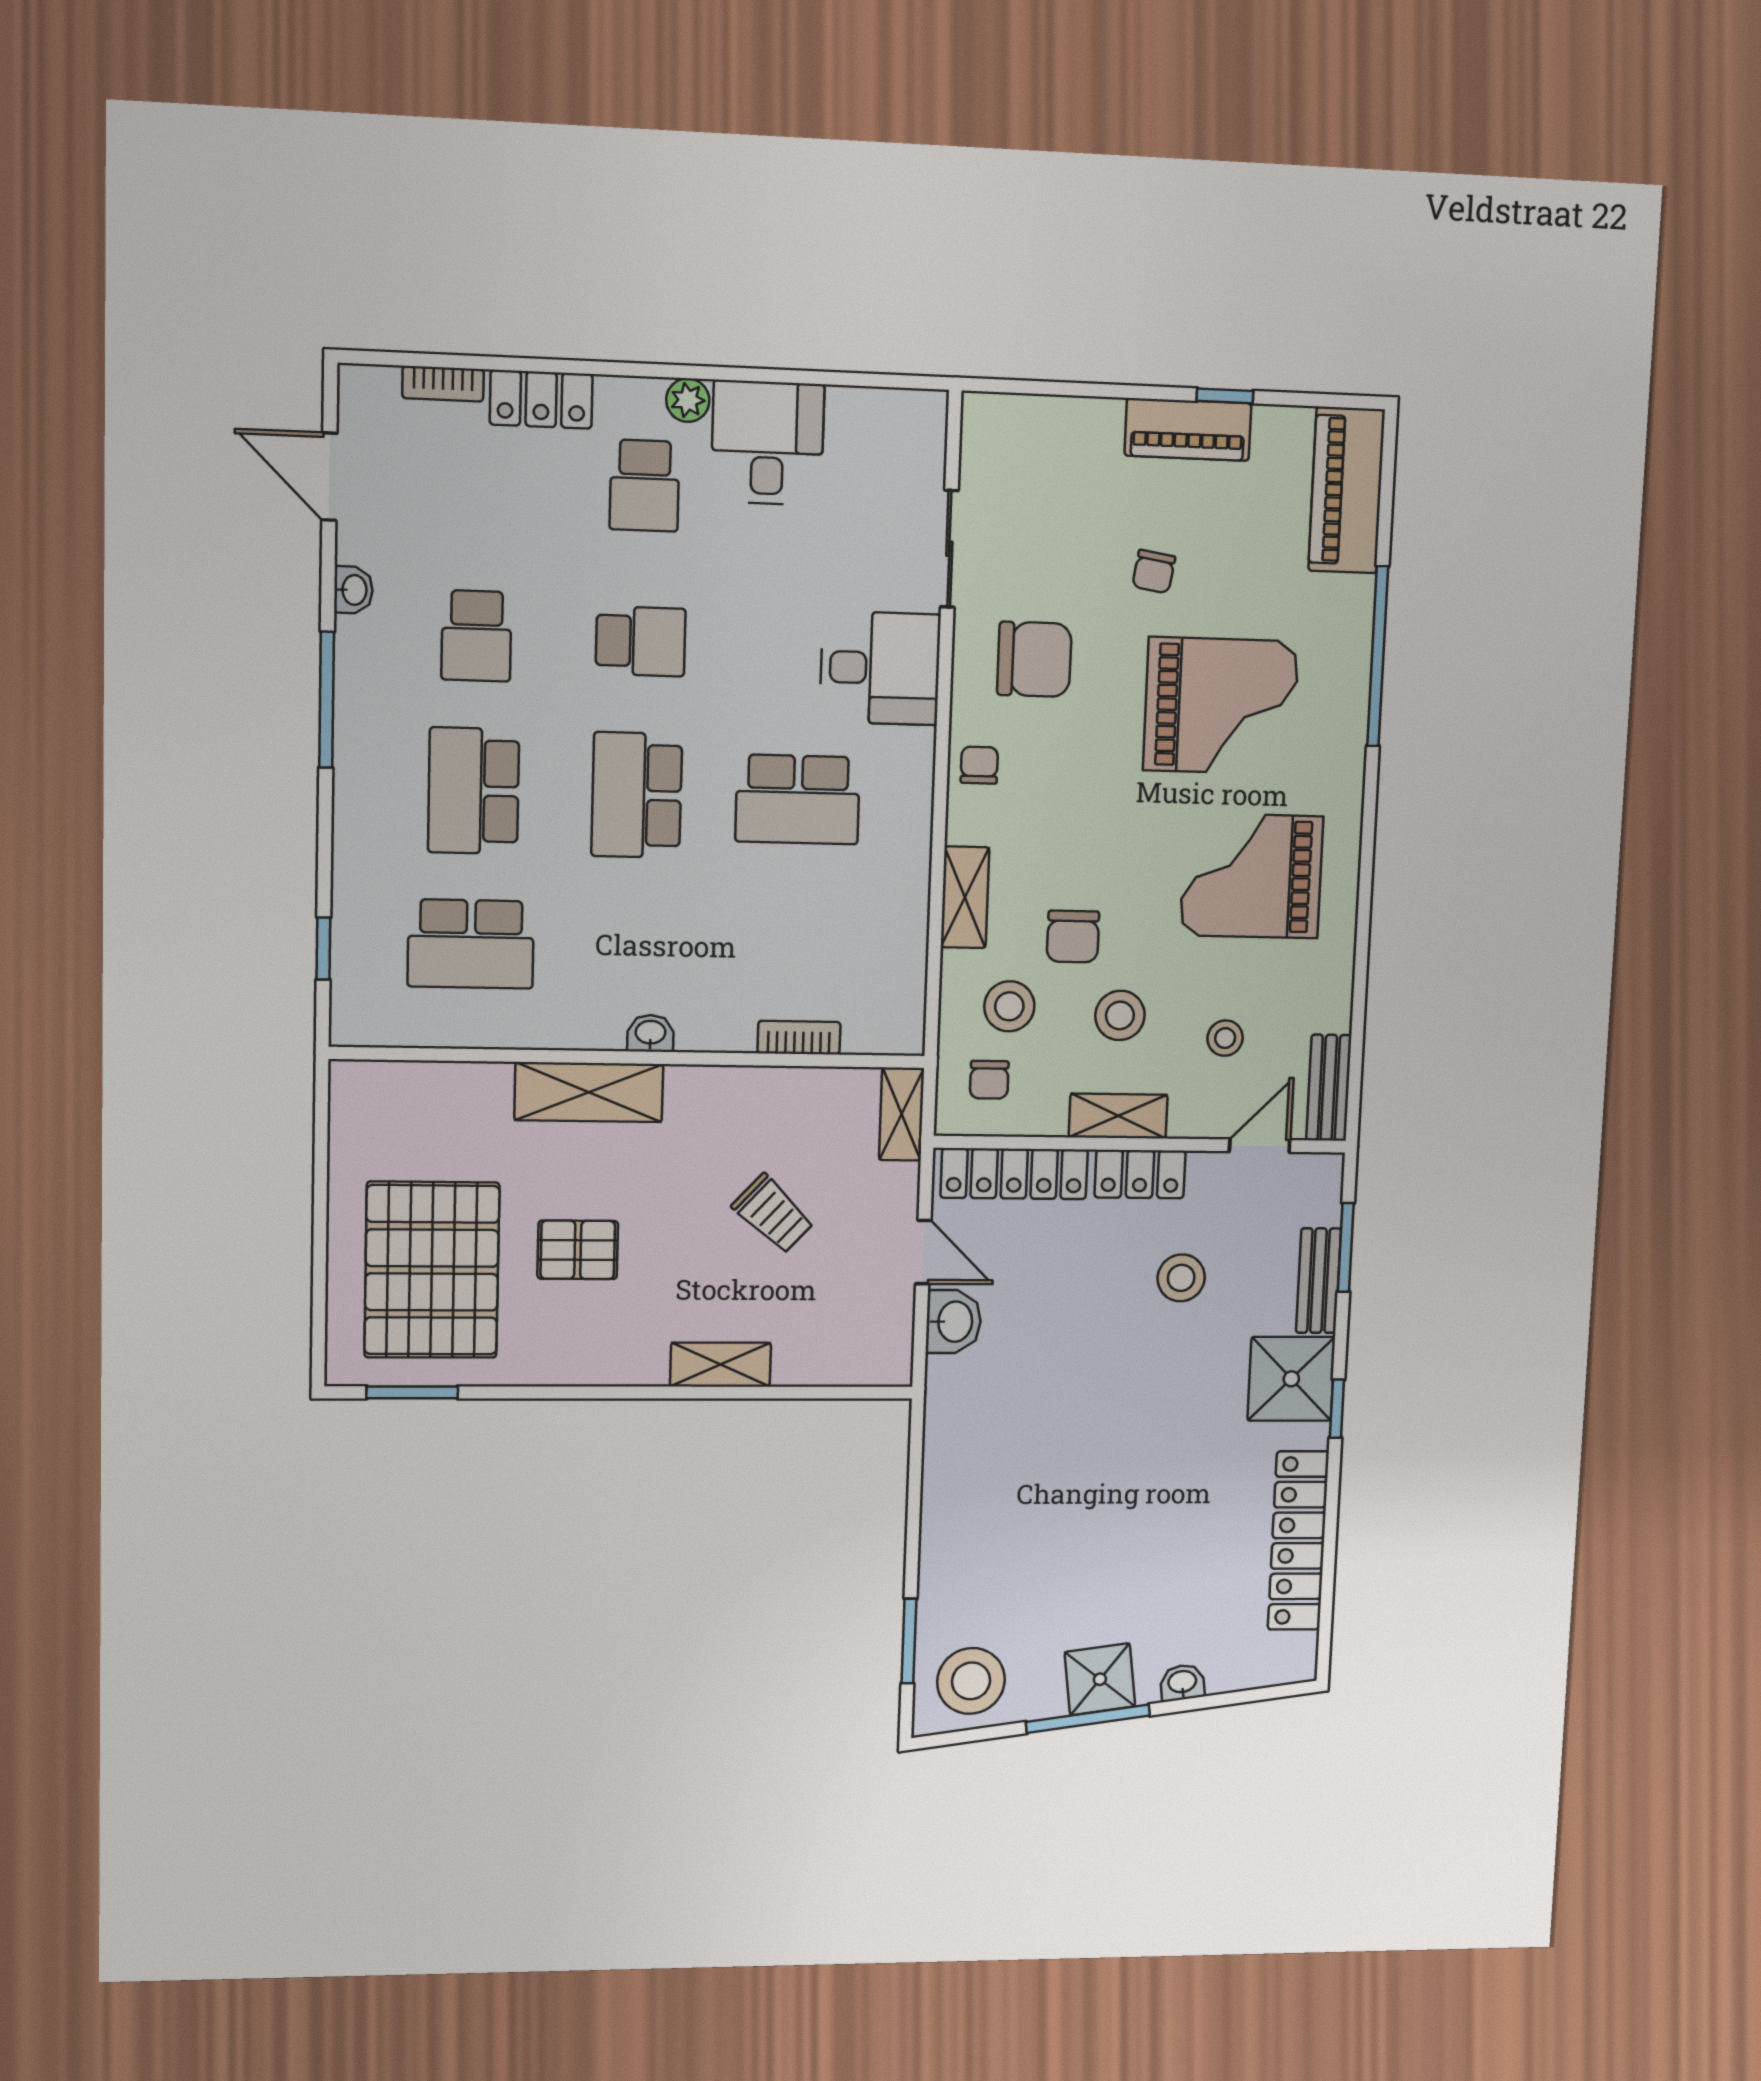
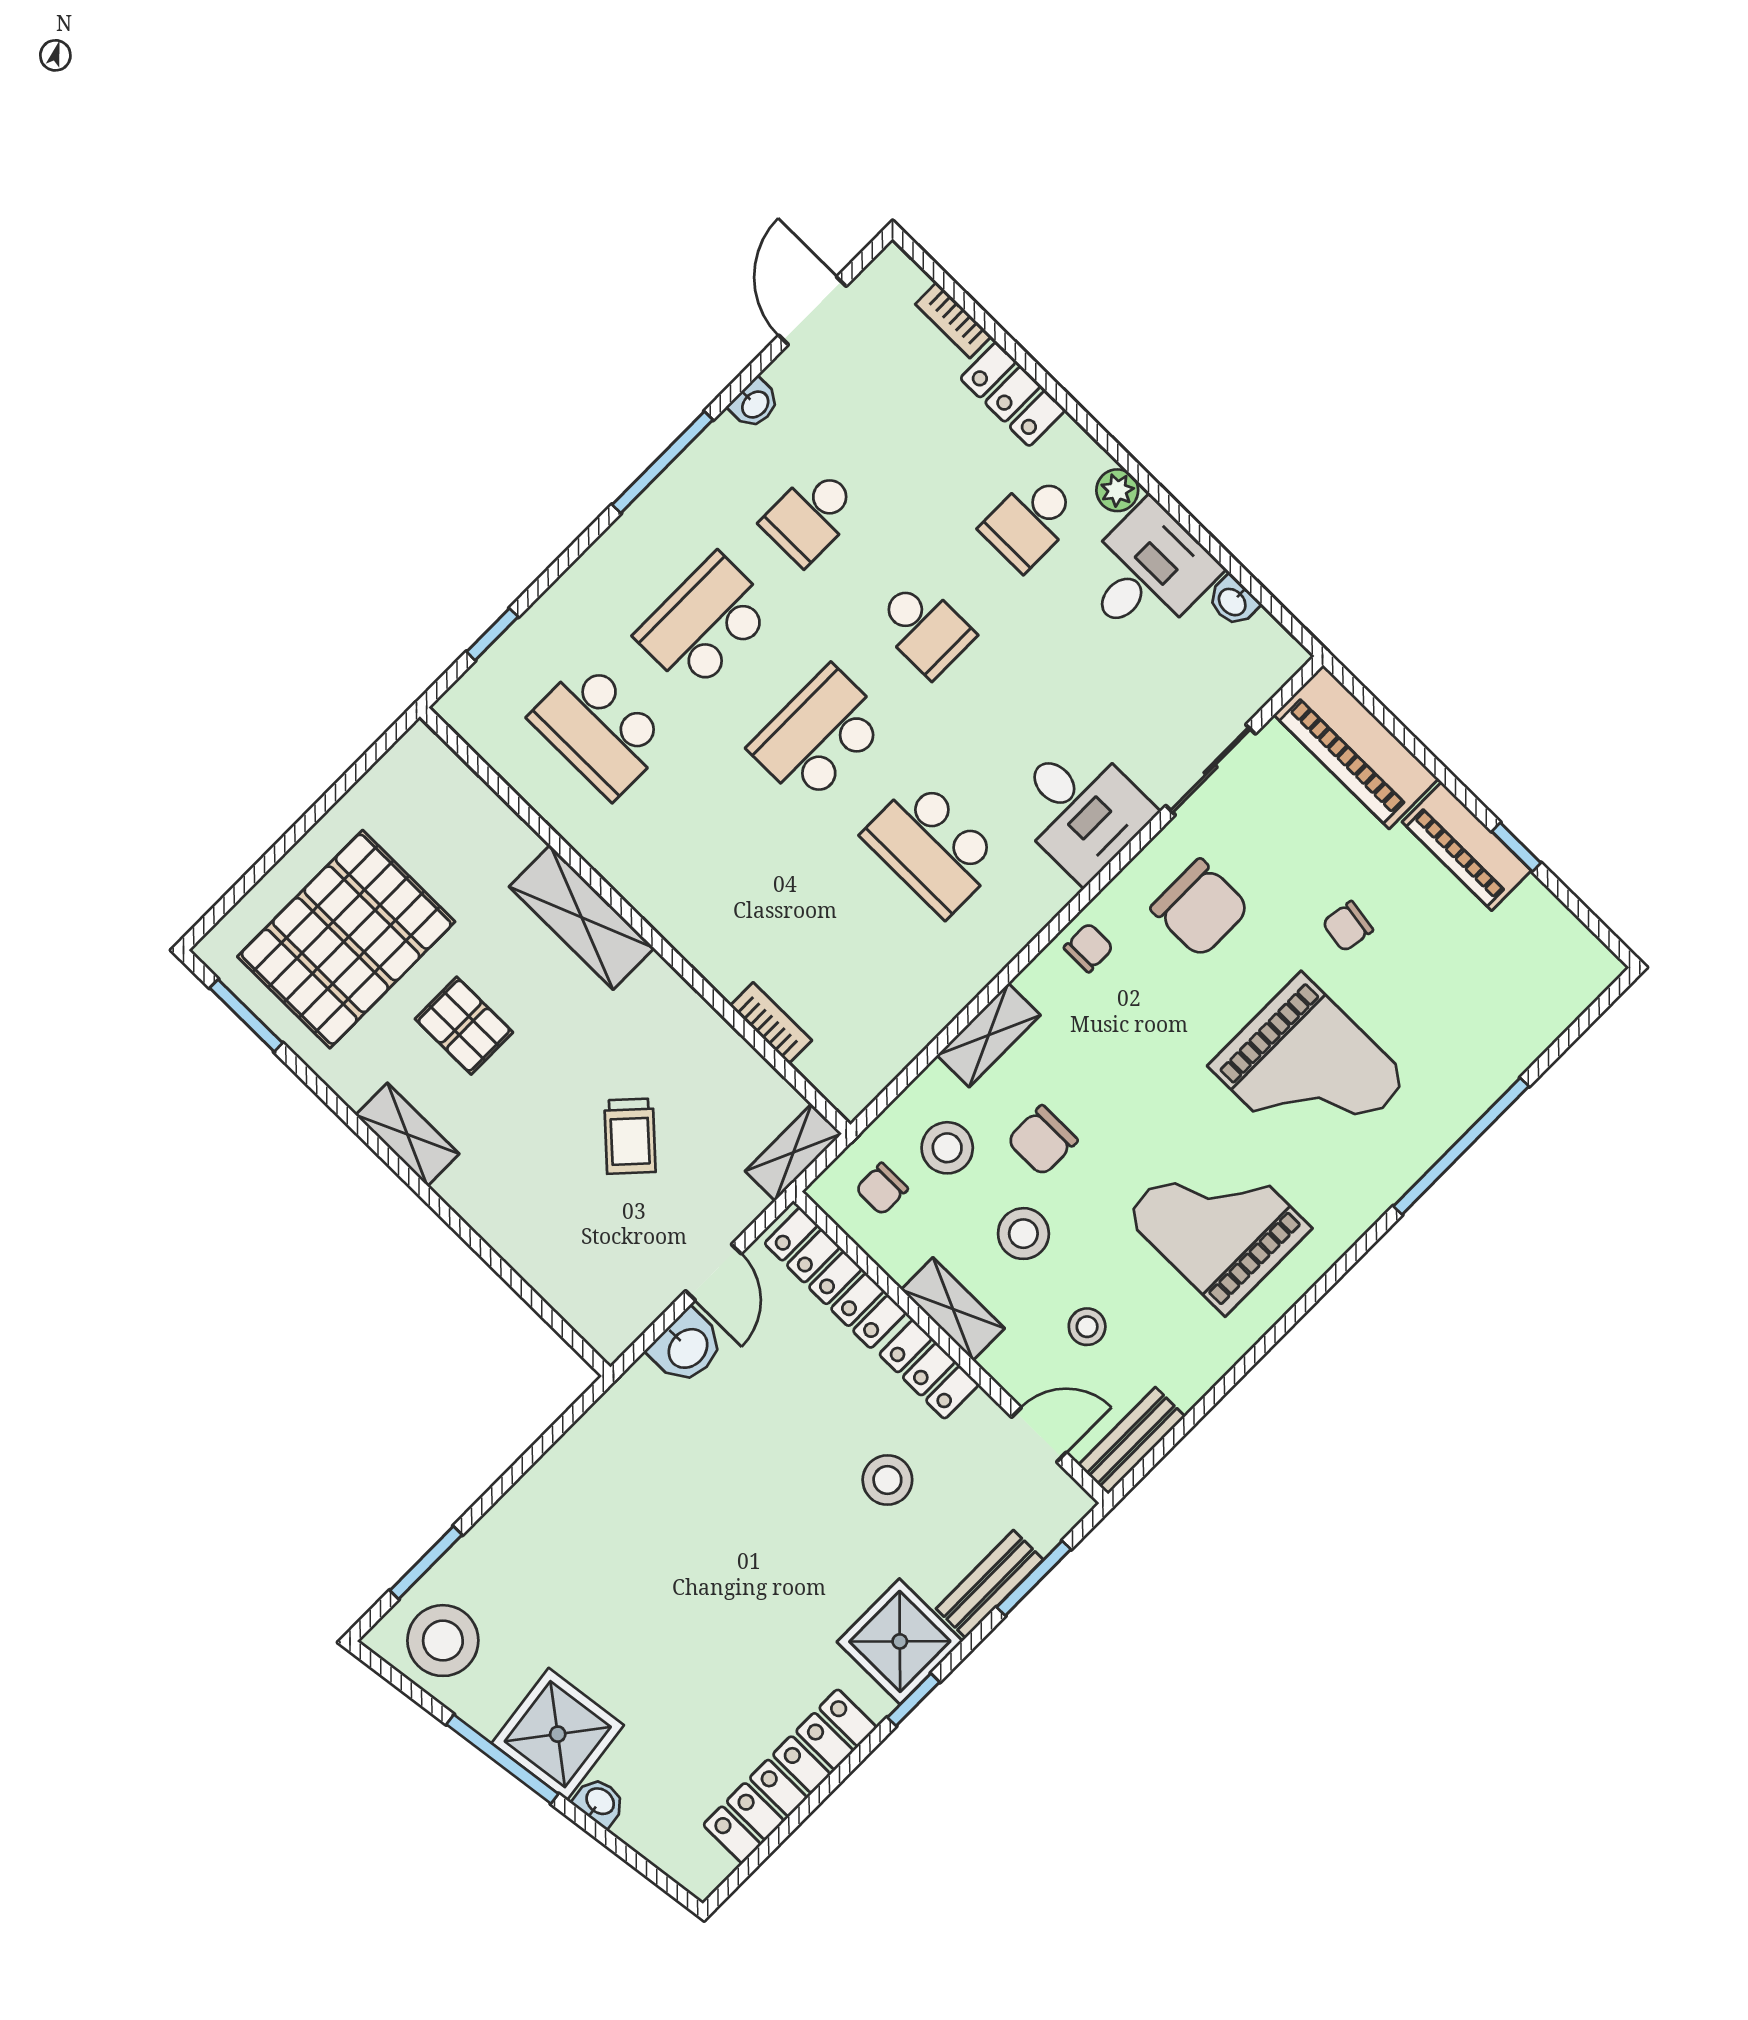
piano: (1347, 490) -> (1356, 747), moved, turned -90
washbasin: (650, 1033) -> (1233, 601), moved, turned 180
shelving: (720, 1365) -> (407, 1134), moved
shower: (1100, 1679) -> (558, 1734), width x1.36, depth x1.36

